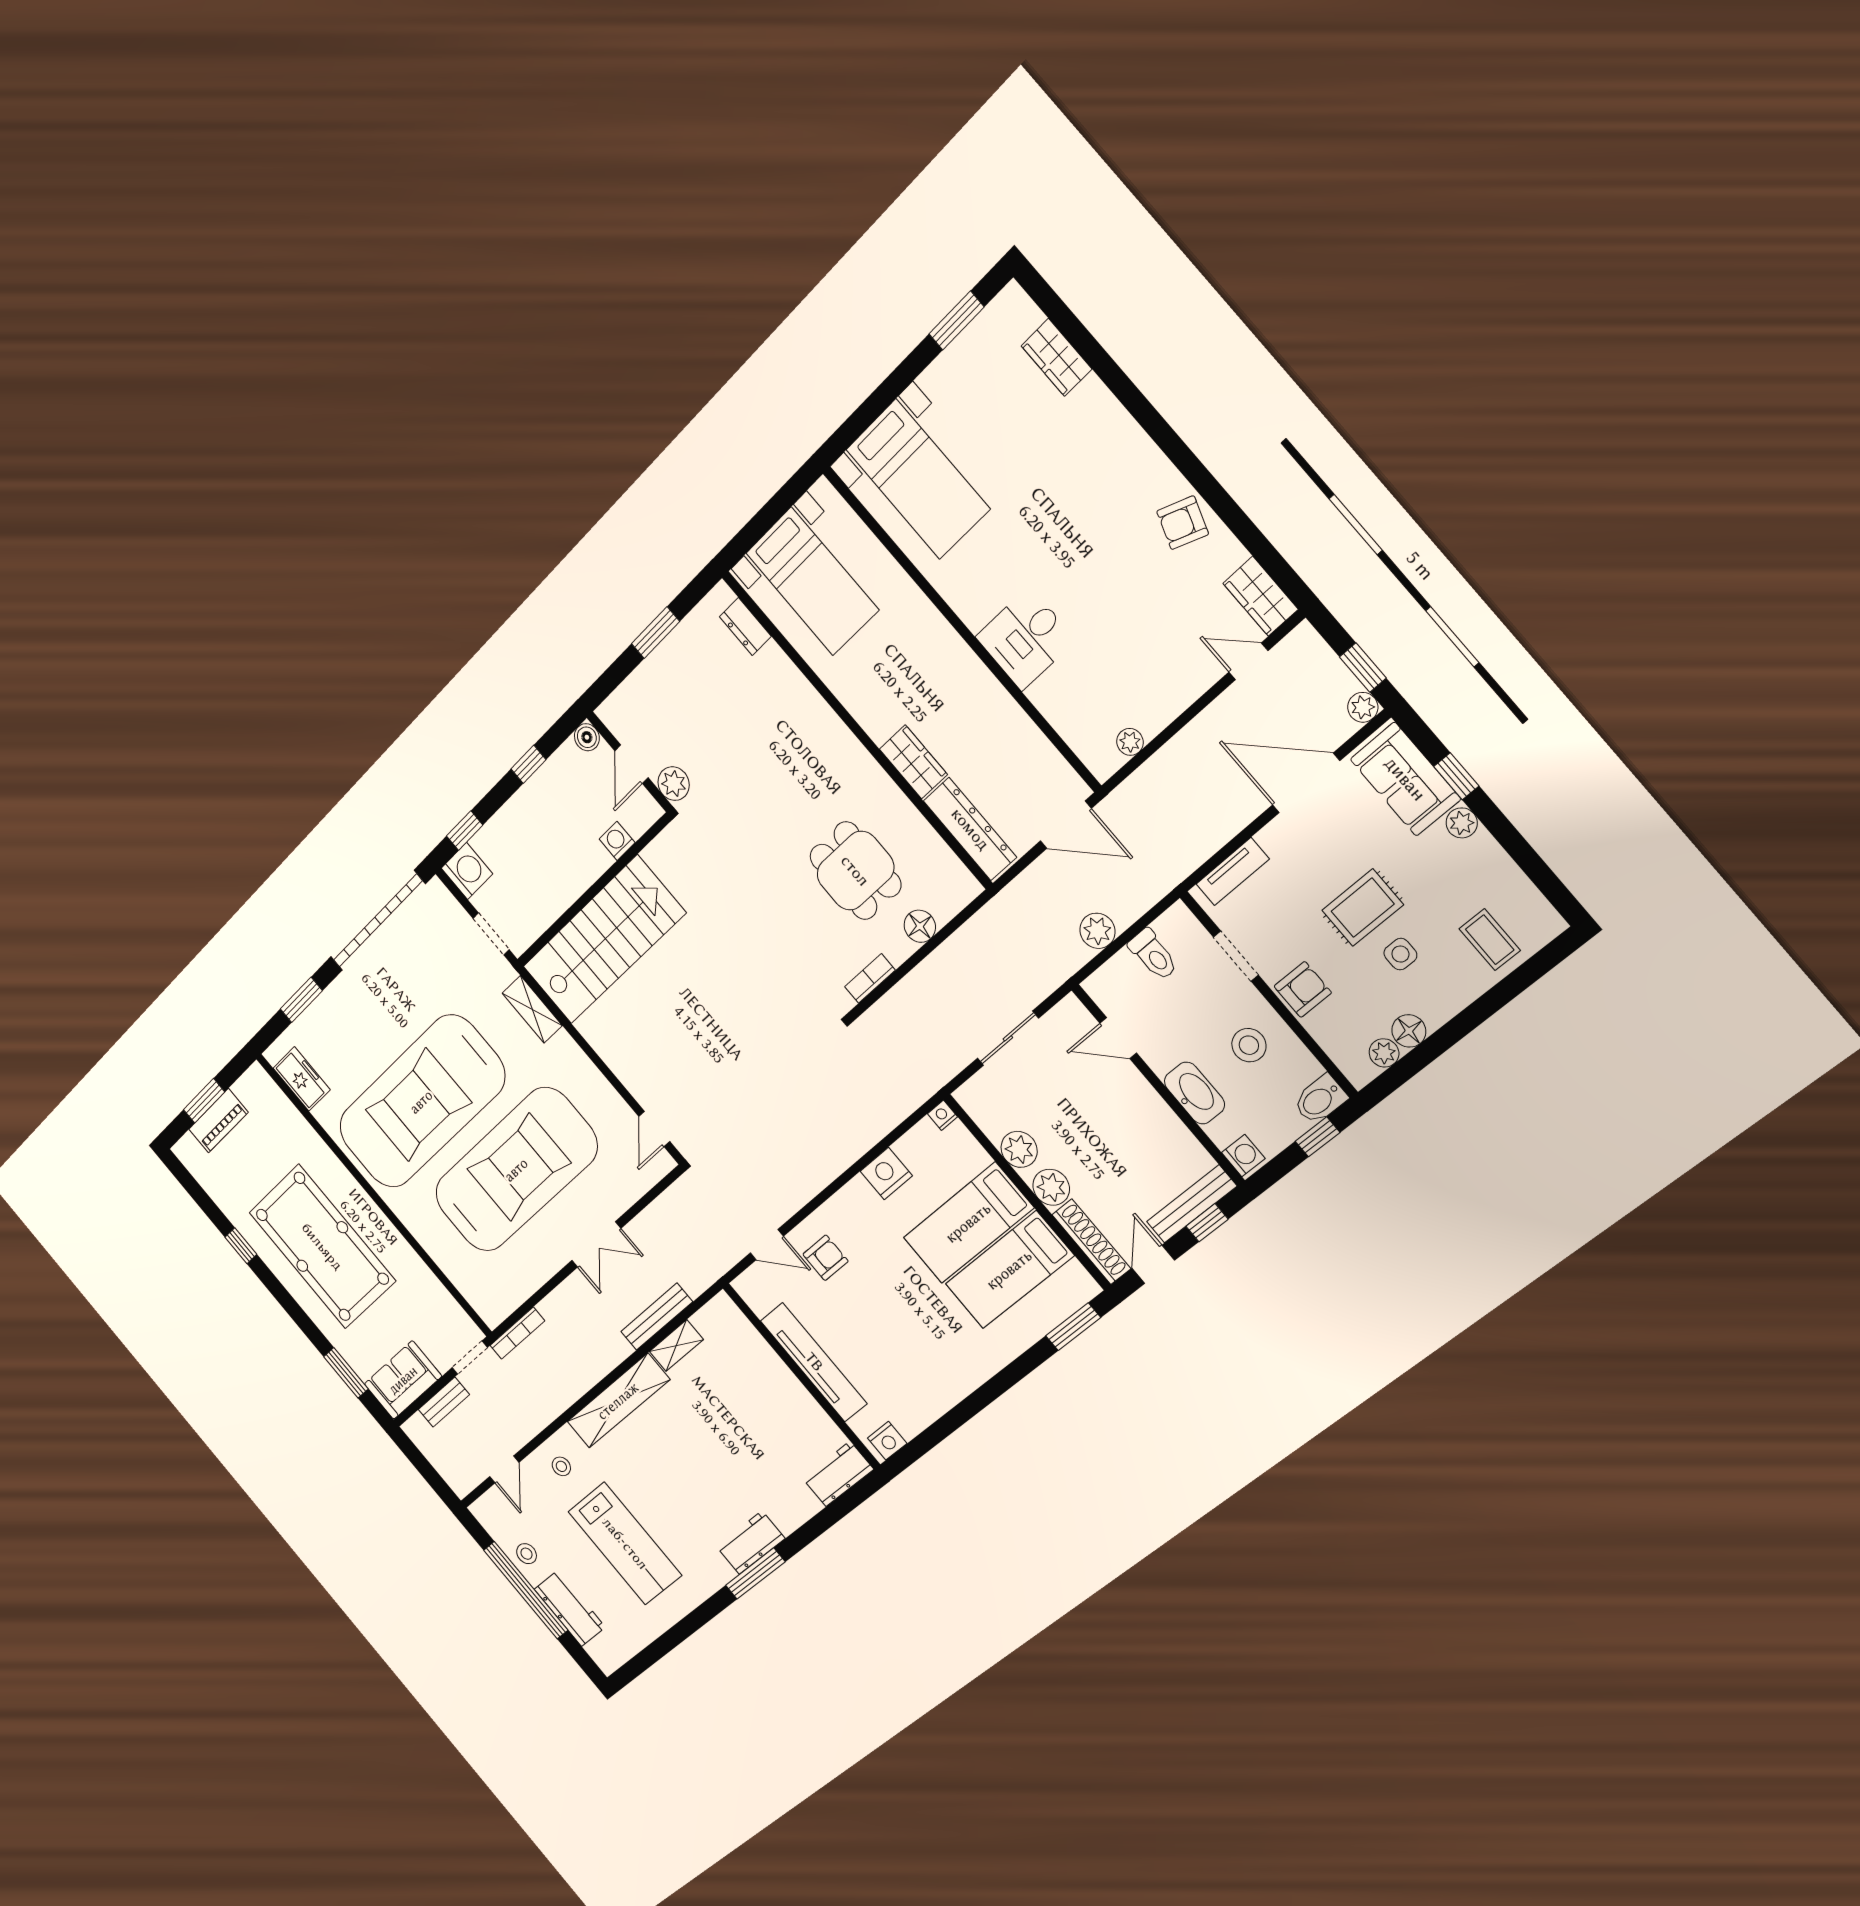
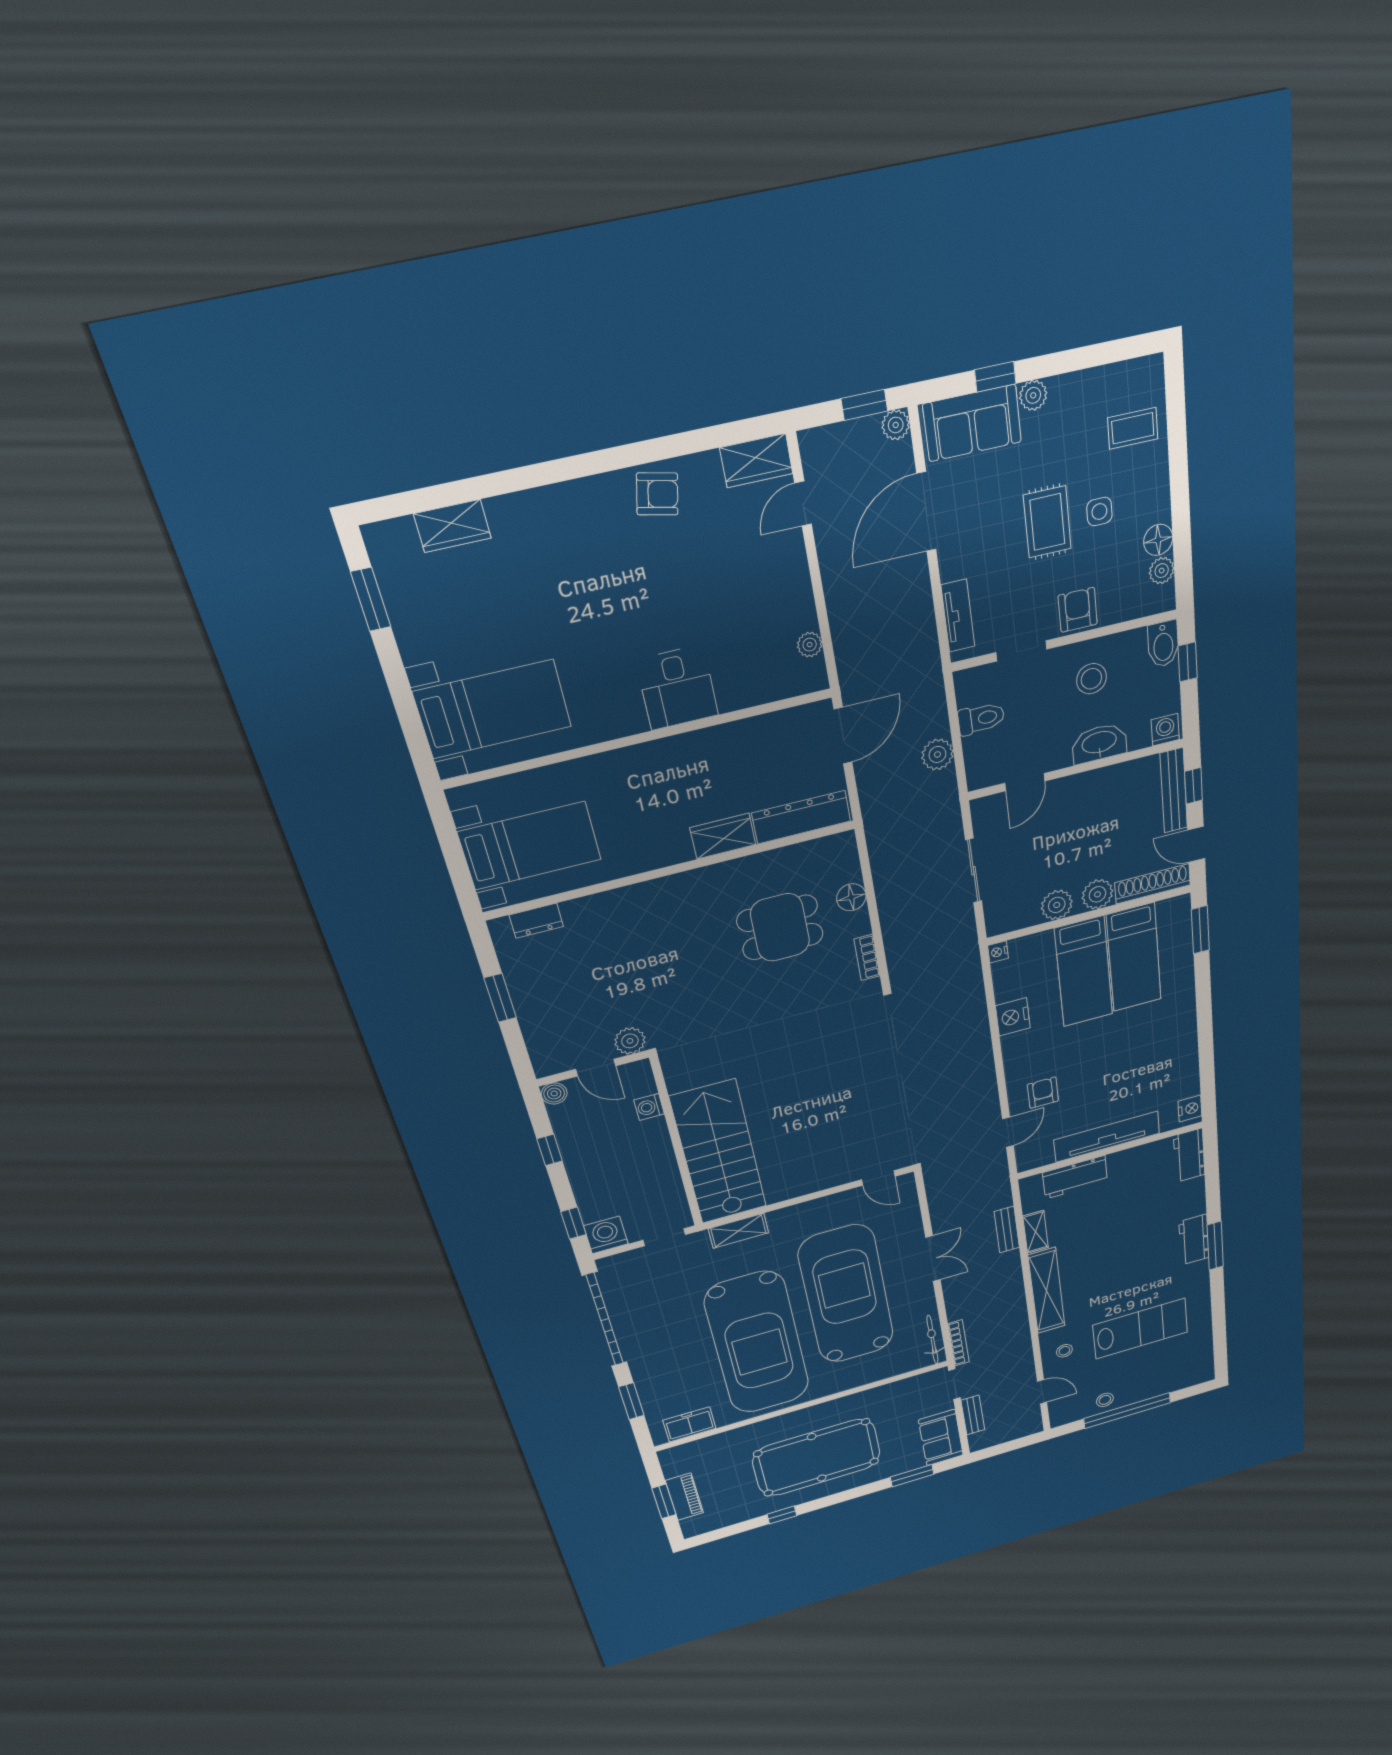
armchair: (1183, 523) -> (657, 494), turned -98
bicycle: (508, 1300) -> (932, 1340), added
bench: (657, 1317) -> (1007, 1230), width x0.73
workbench: (570, 1608) -> (1075, 1177), moved, turned 180

